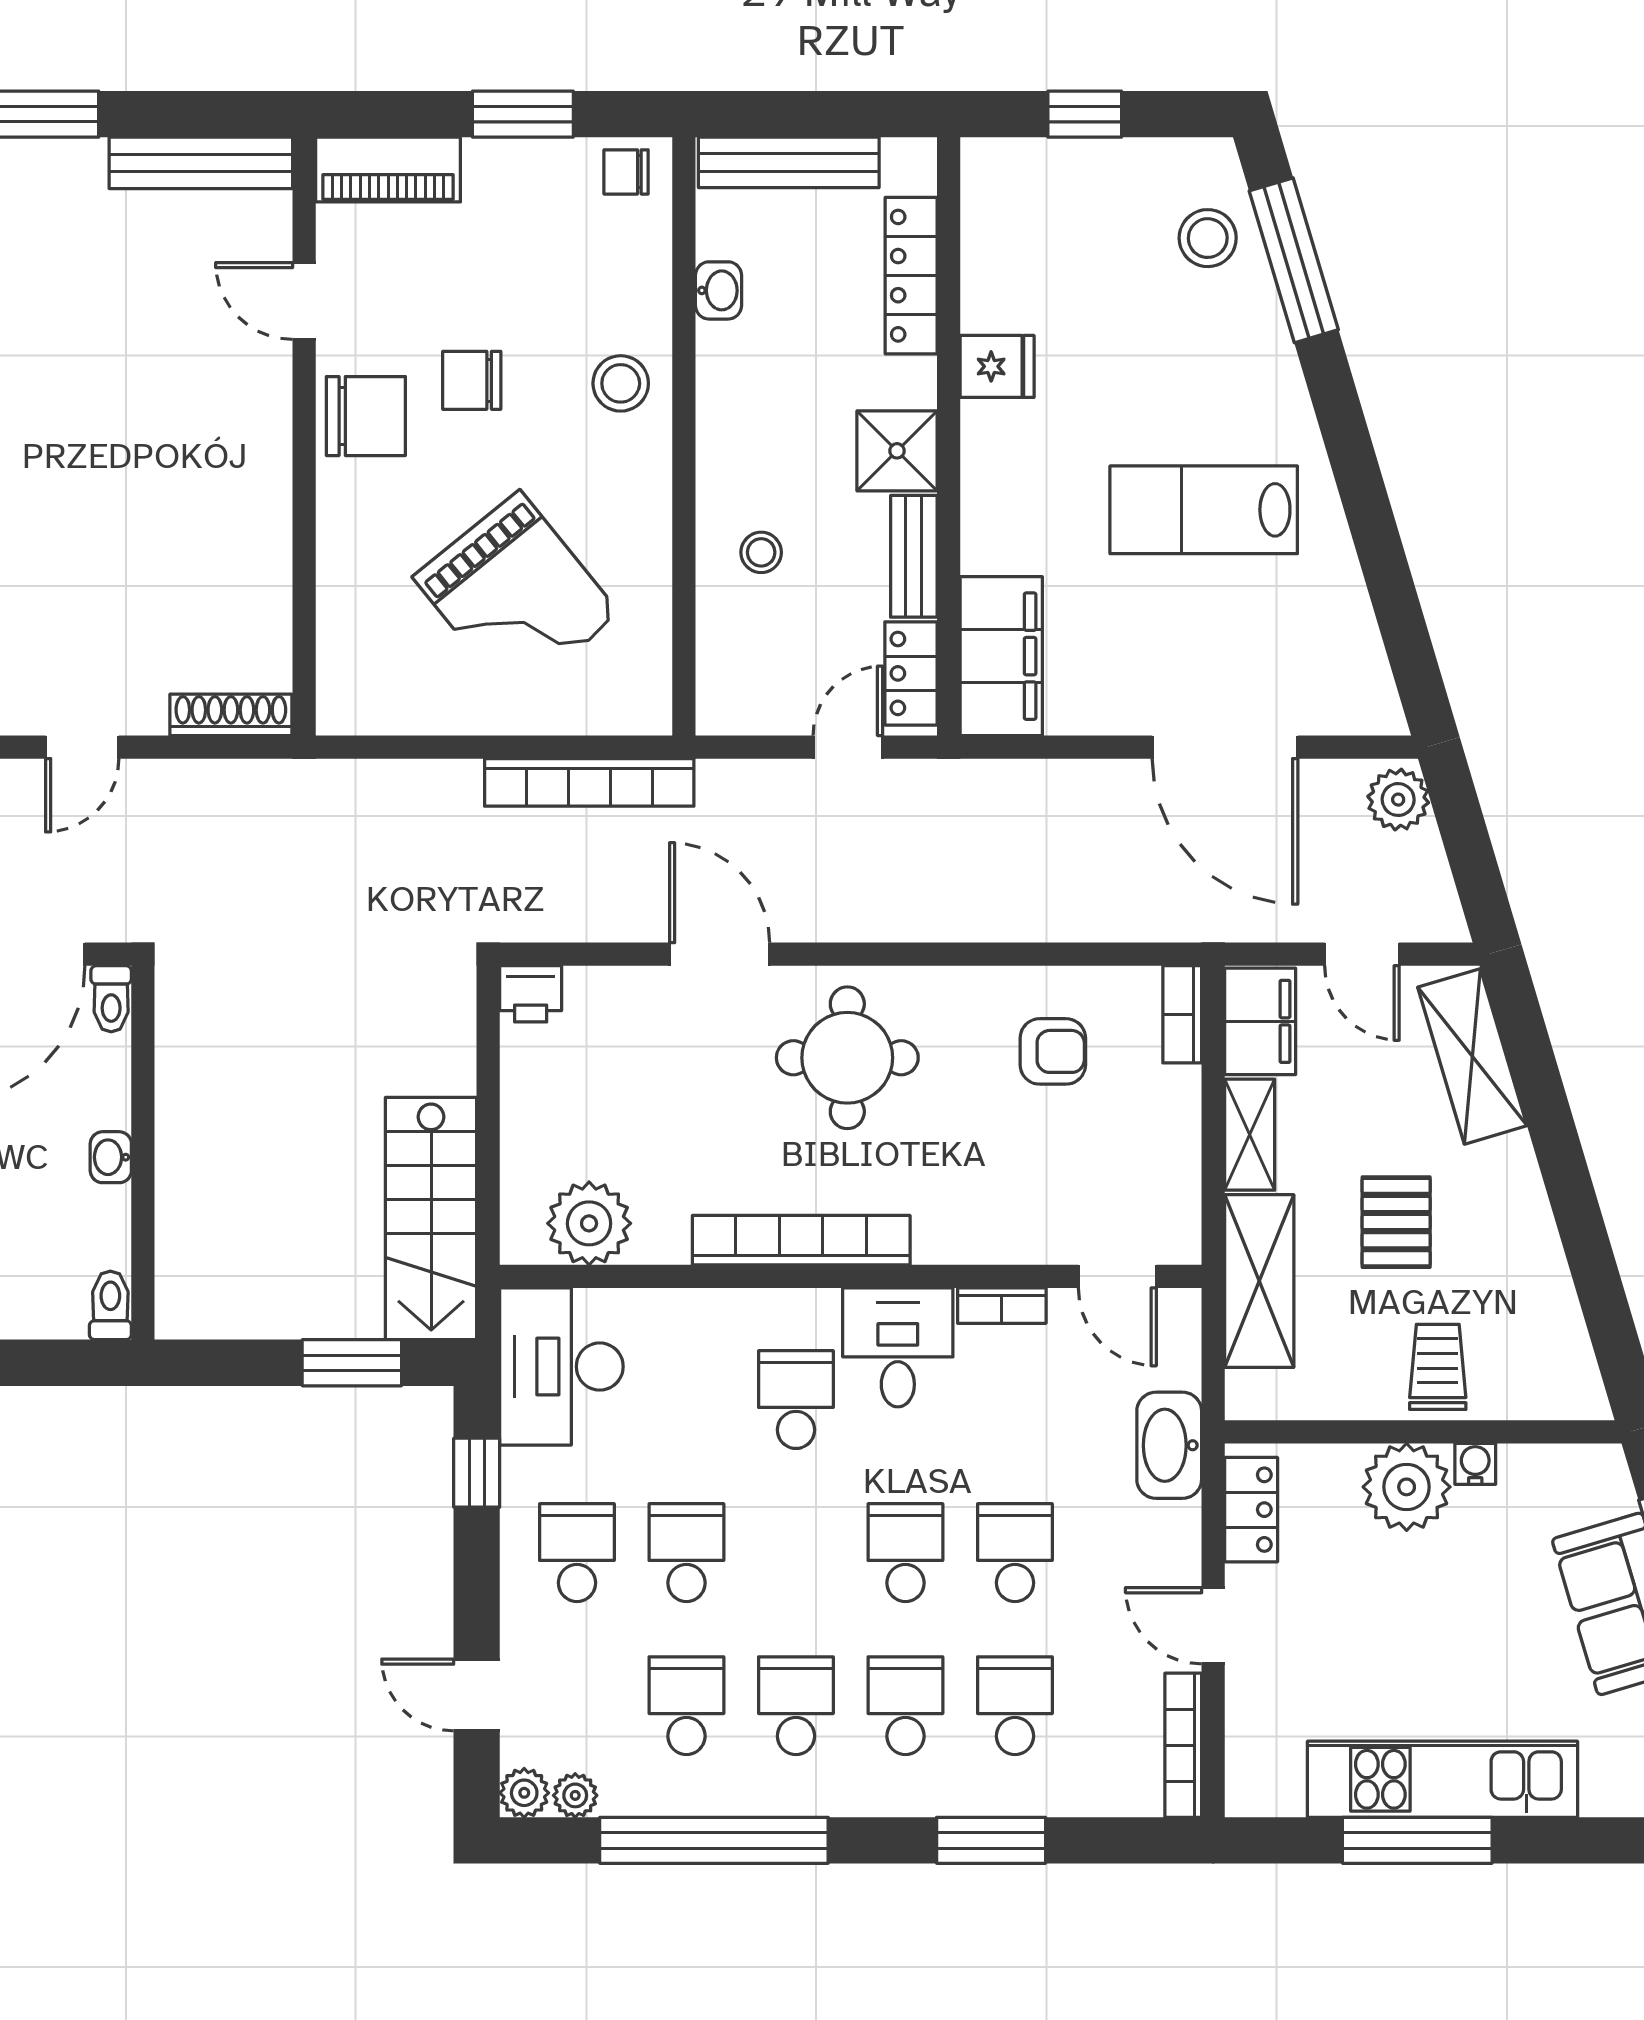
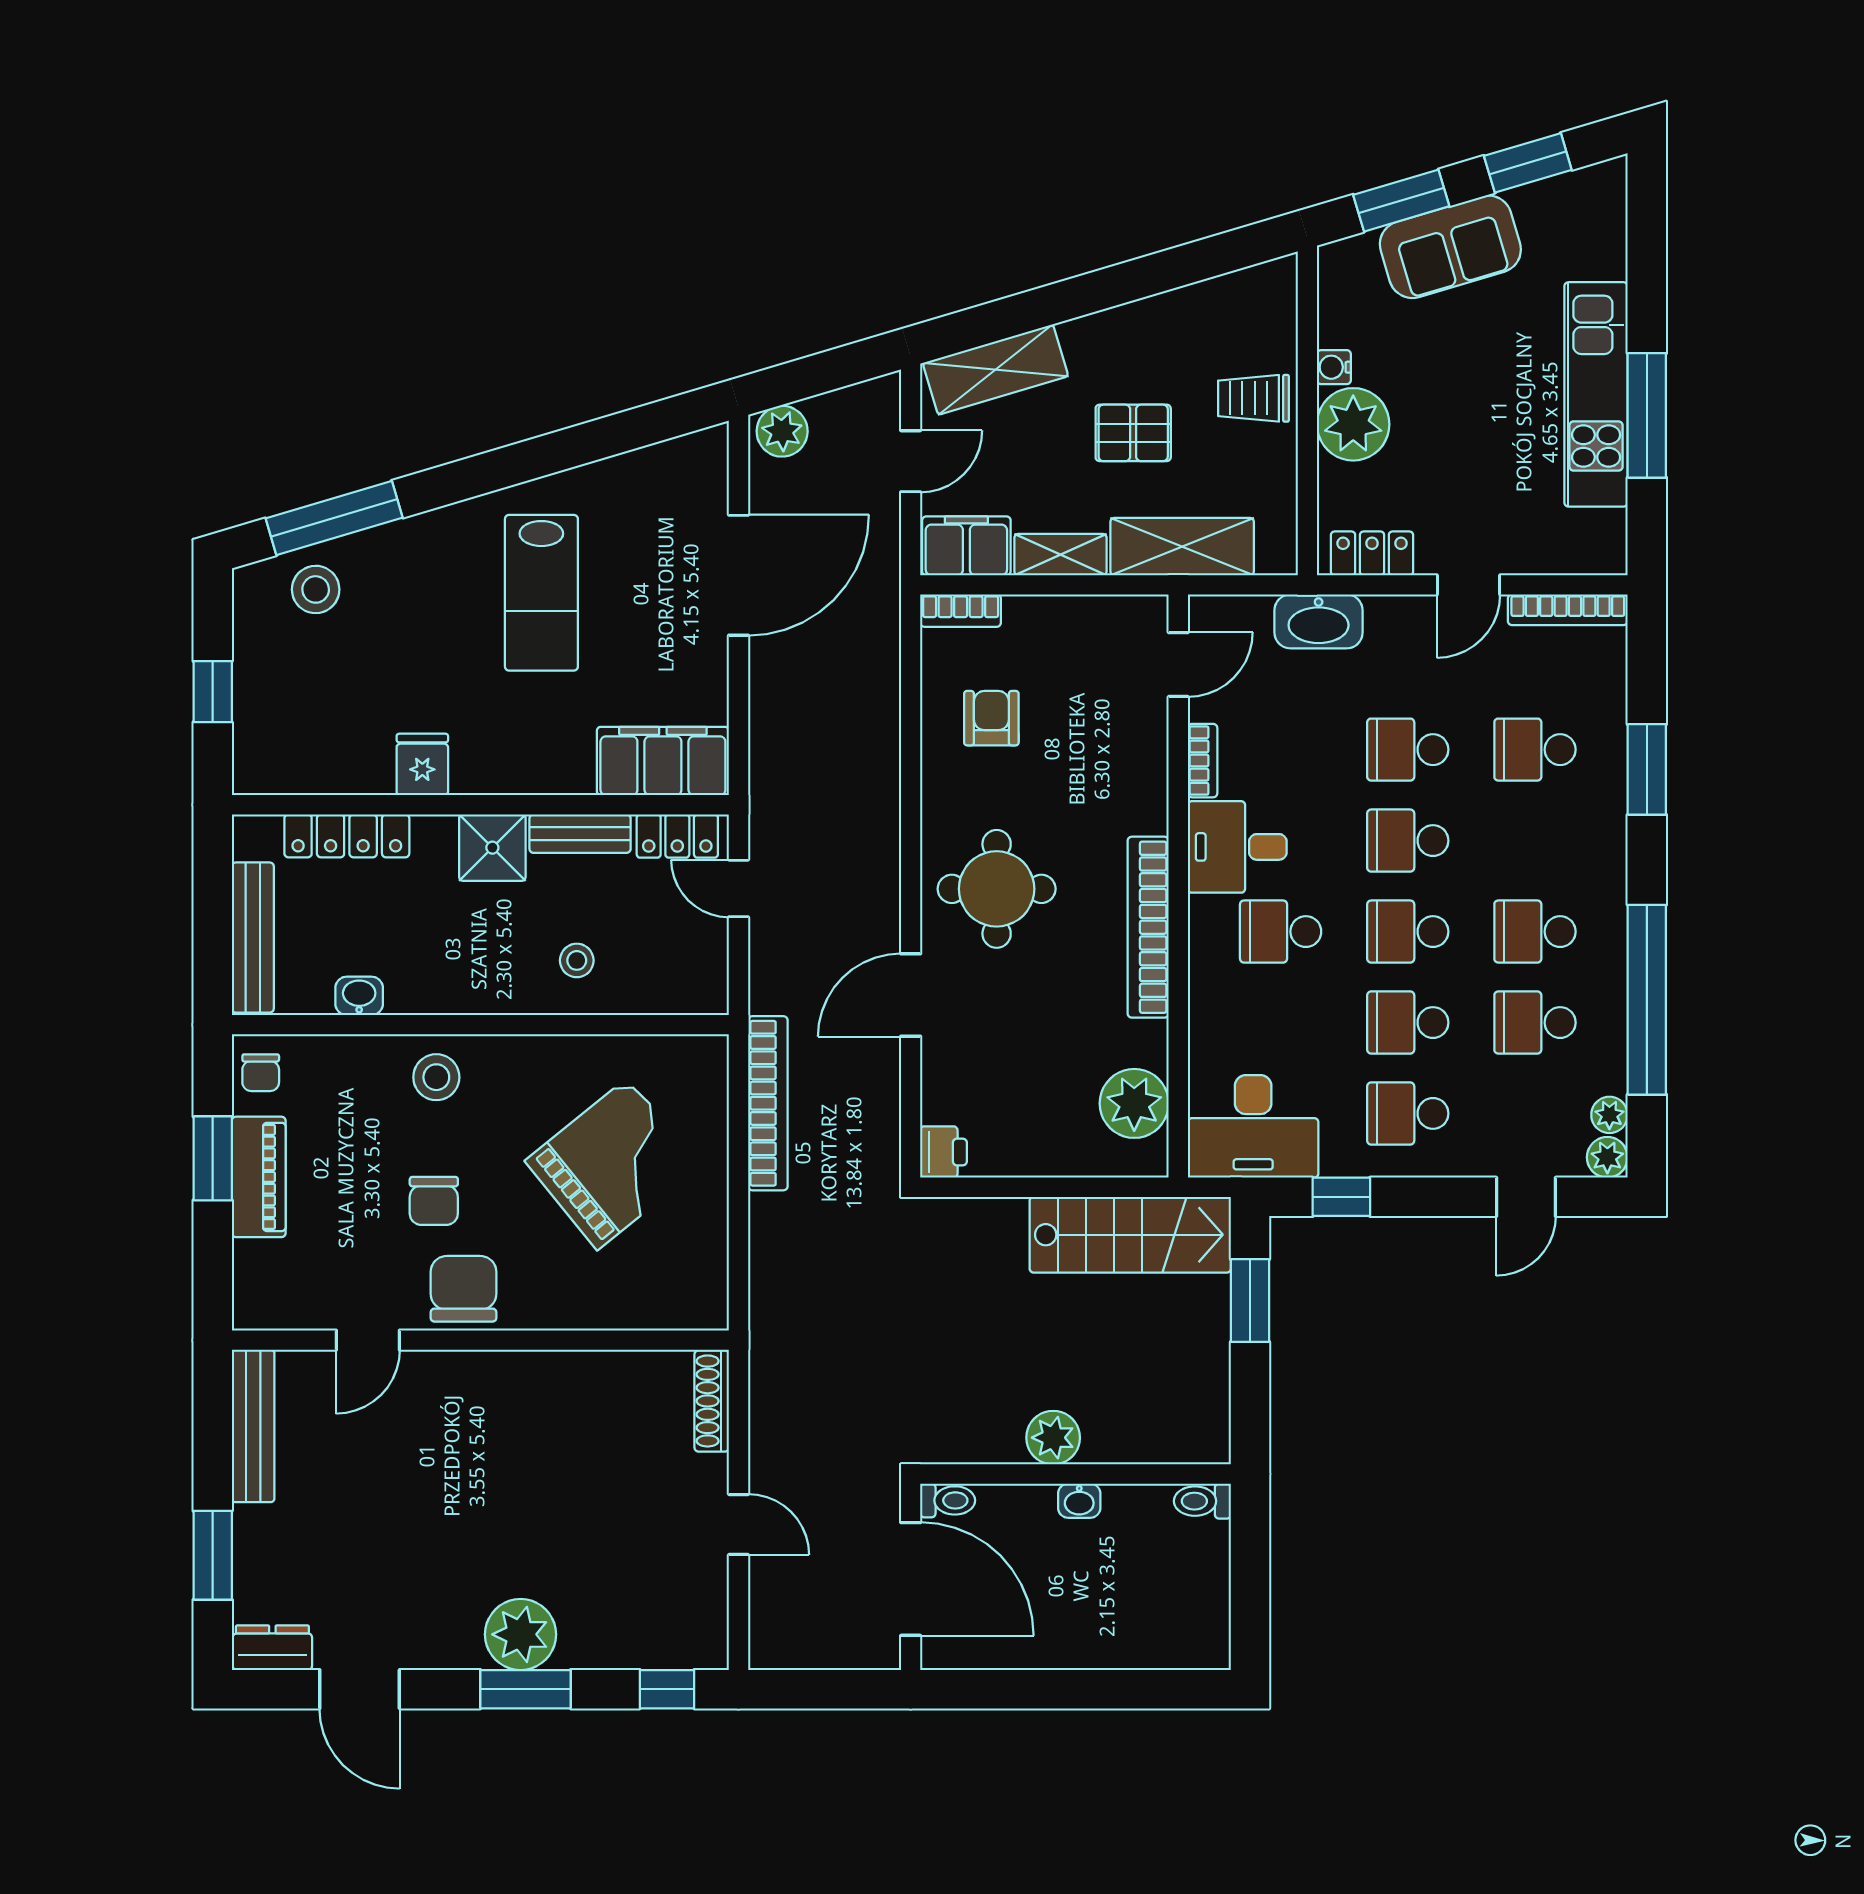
piano: (388, 170) -> (259, 1177), moved
plant: (187, 1126) -> (1053, 1438), added
school desk: (905, 1706) -> (1408, 932), moved

